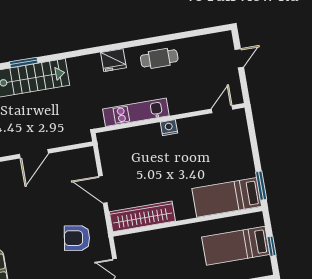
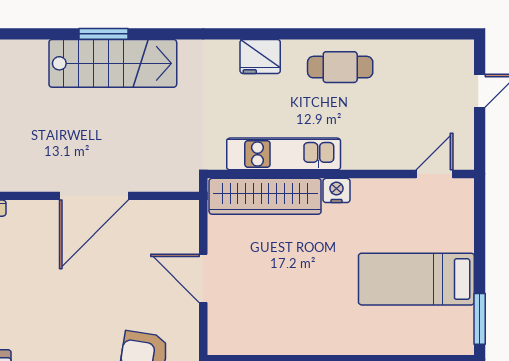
door: (34, 154) -> (94, 196), width x1.36
bed: (227, 197) -> (416, 279), moved
wardrobe: (142, 216) -> (265, 196), moved, turned 180

